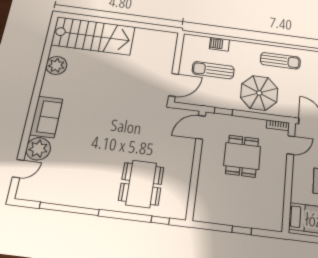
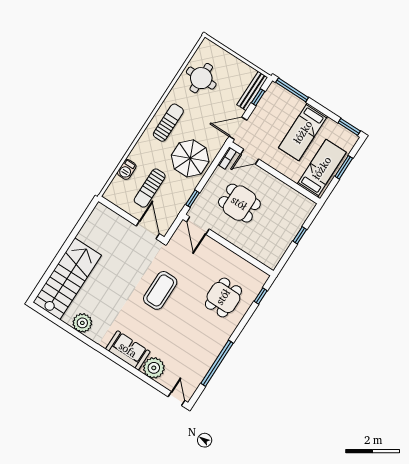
coffee table: (120, 121) -> (160, 290), added
door: (291, 145) -> (250, 157), swing flipped
door: (18, 169) -> (177, 399), moved
dining table: (141, 184) -> (223, 297), width x0.73

